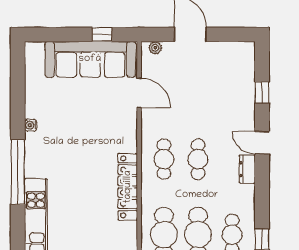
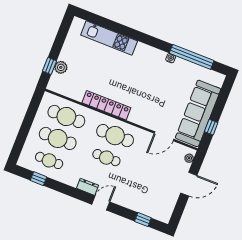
window: (262, 92) -> (143, 220), moved
cafe table: (164, 159) -> (115, 136), width x1.37, depth x1.35
window: (18, 172) -> (192, 57), moved

